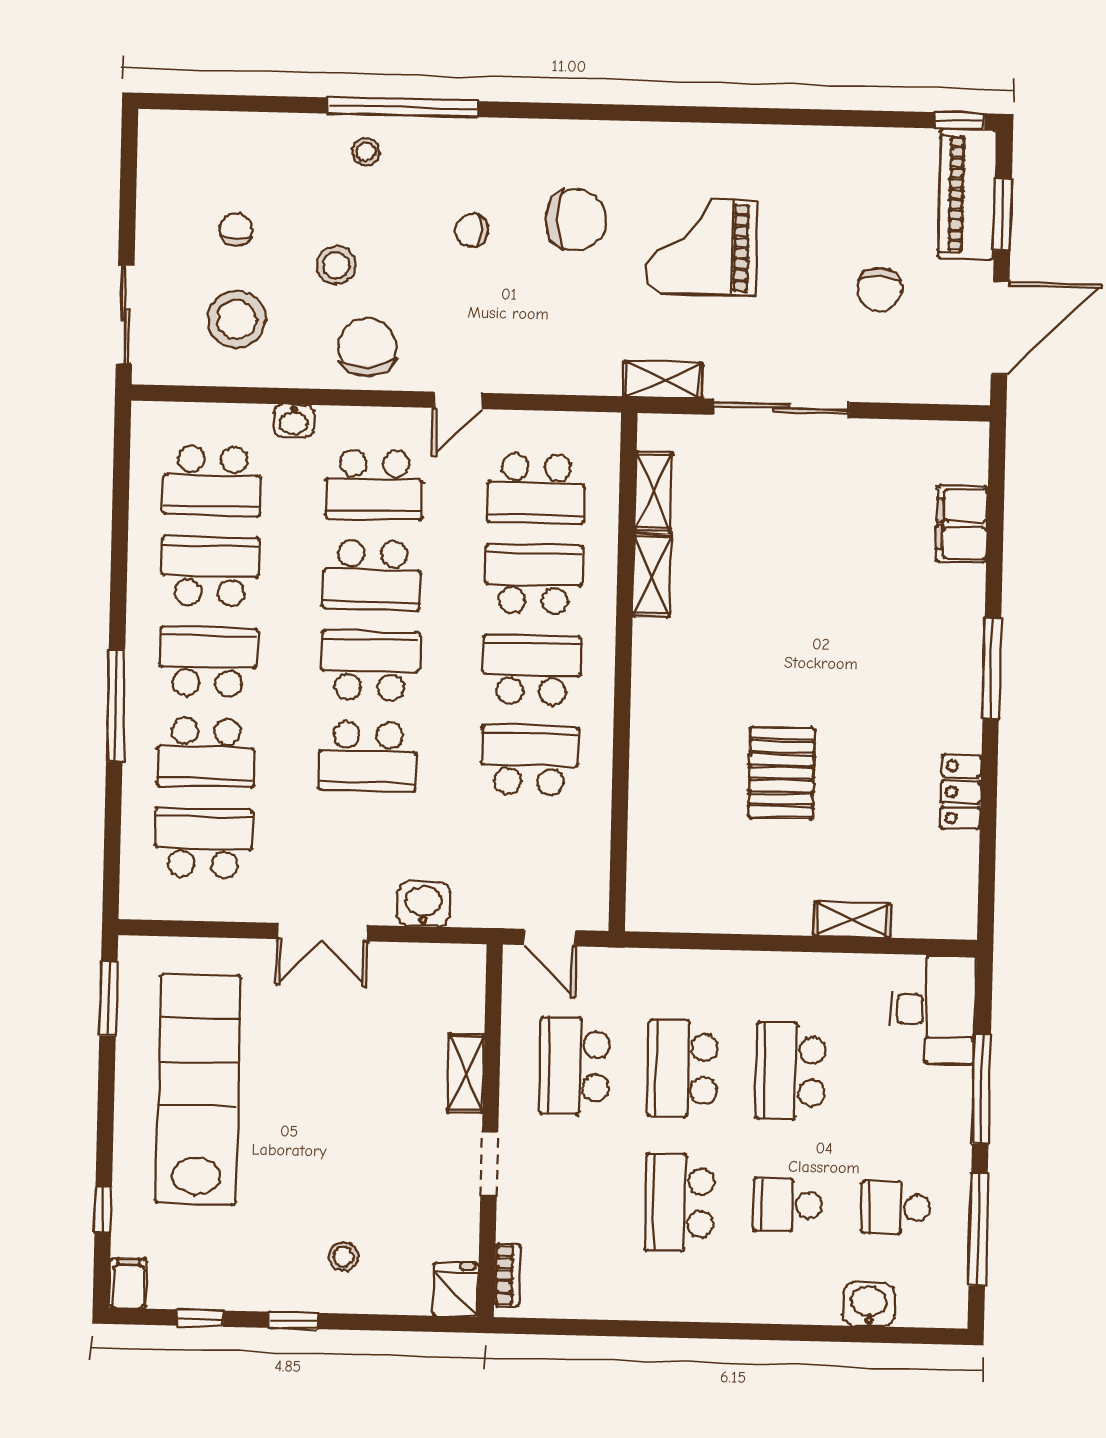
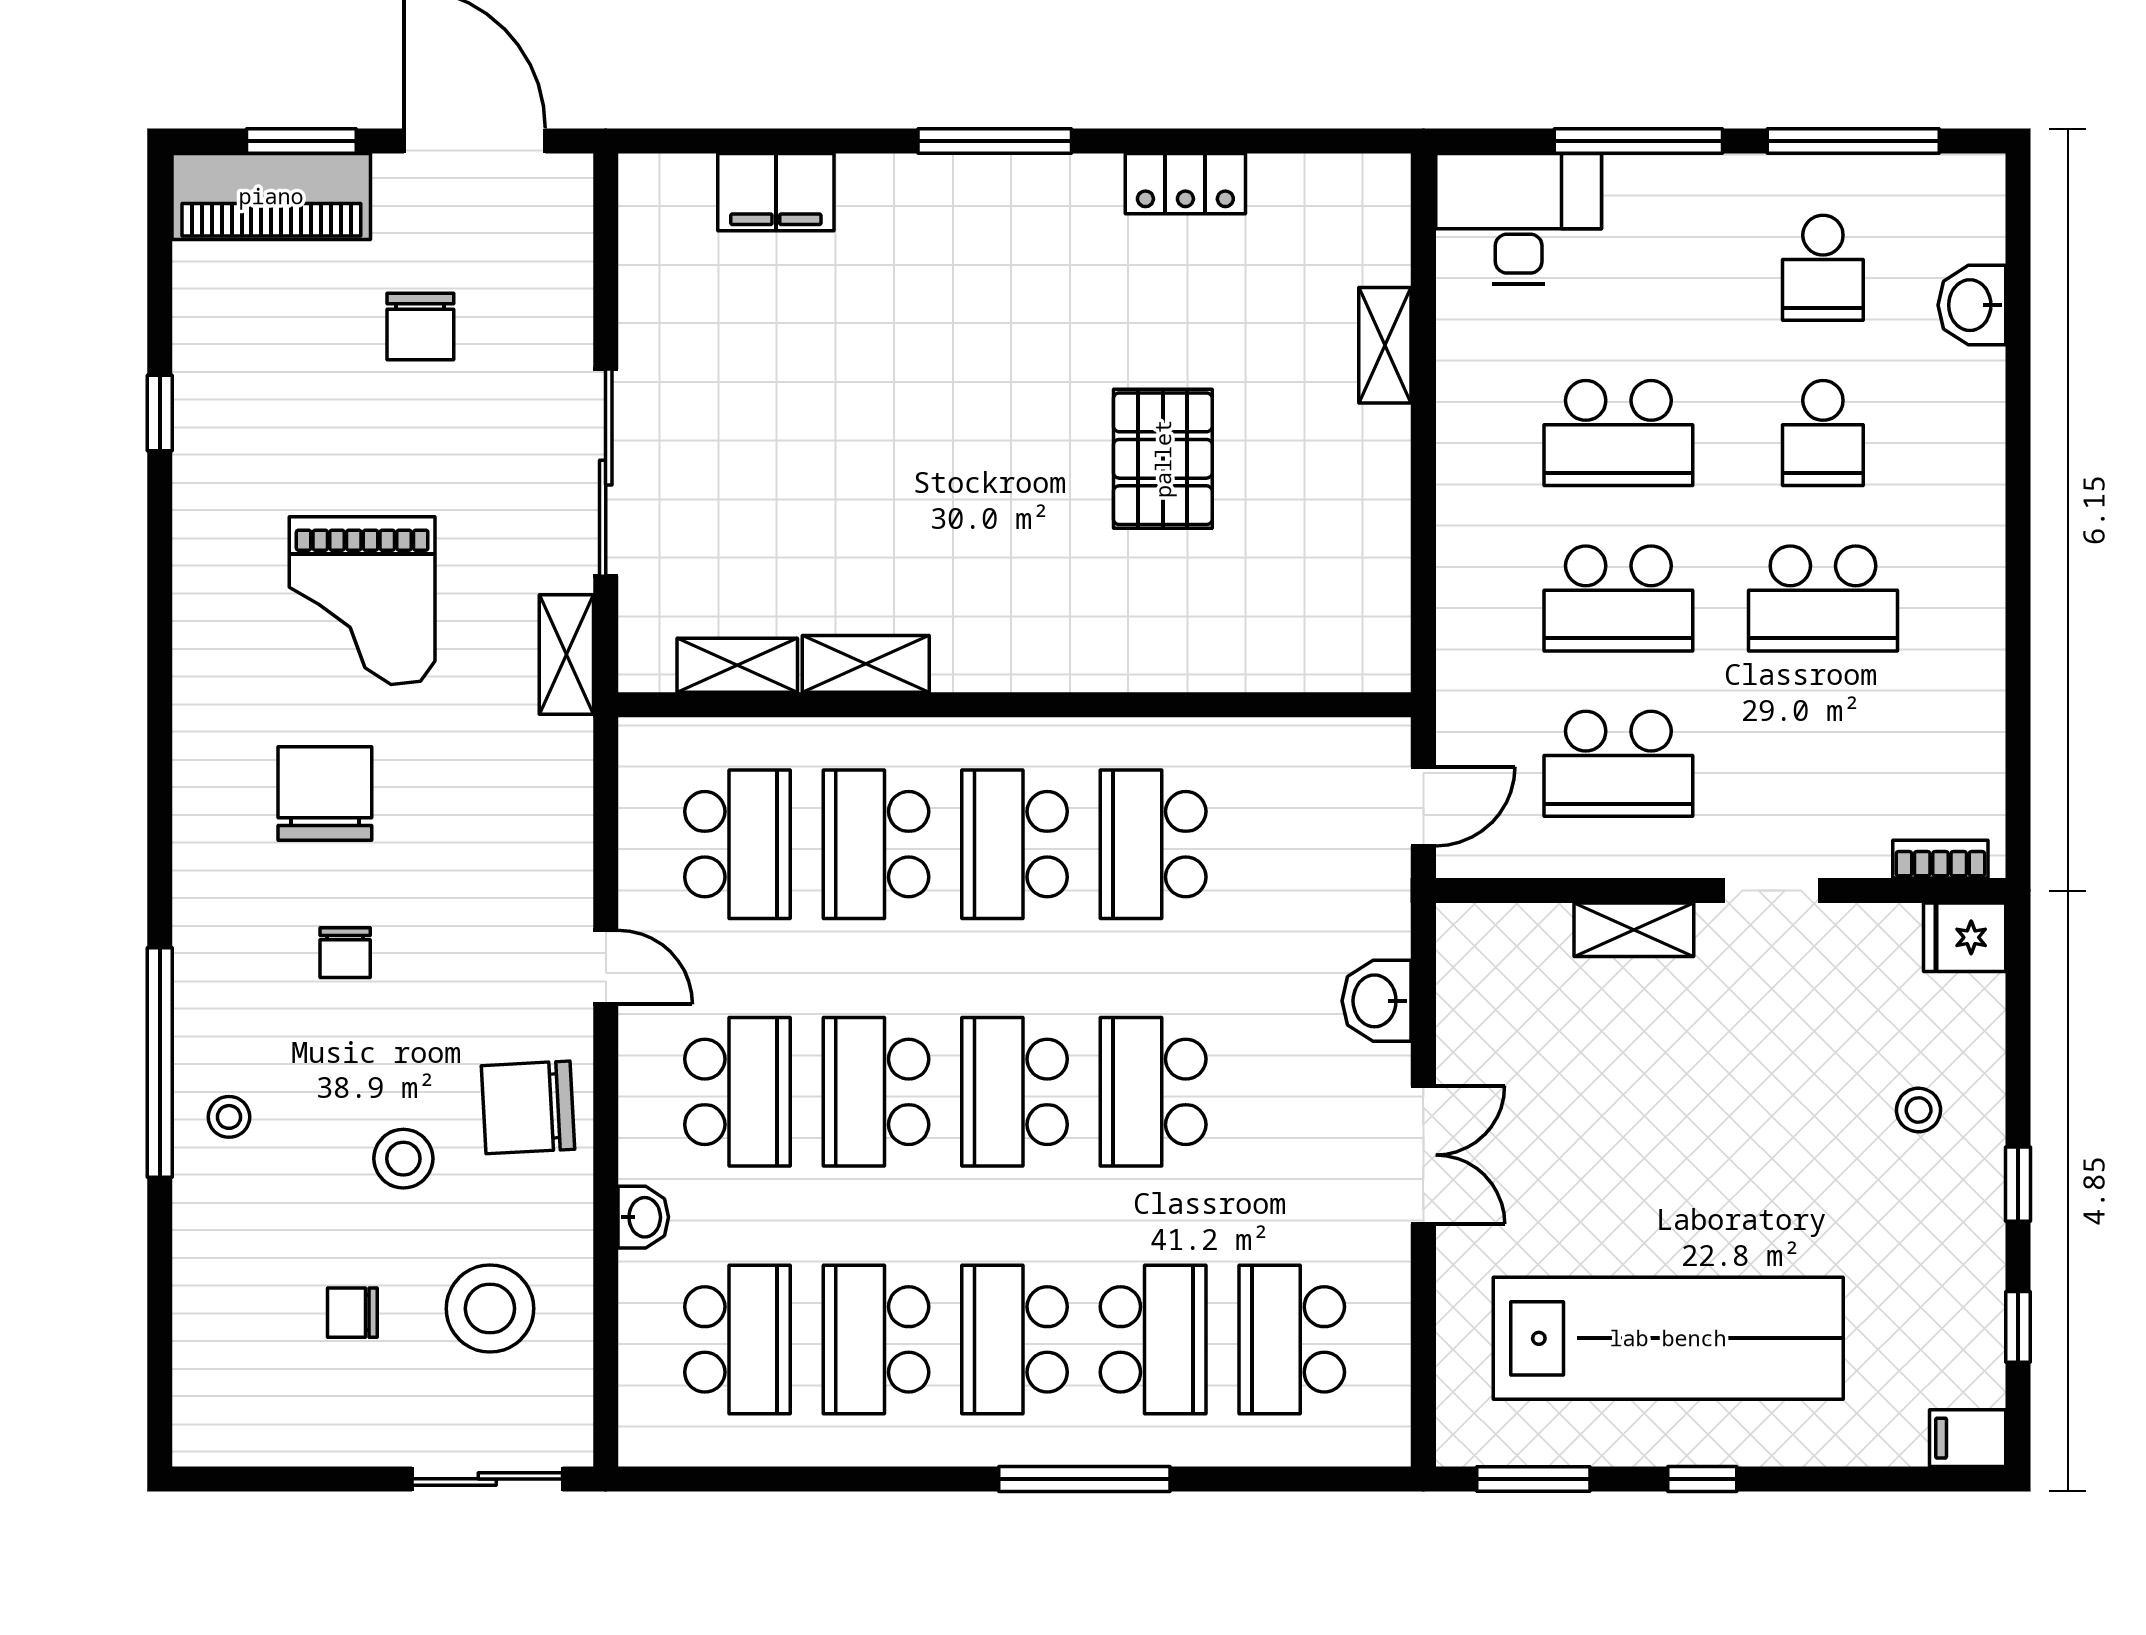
window: (959, 121) -> (160, 413), moved
chair: (880, 290) -> (420, 327), turned 90
school desk: (372, 575) -> (876, 1092), turned 180
school desk: (368, 756) -> (1153, 1092), turned 180
pallet: (781, 773) -> (1163, 459), turned 90
lab bench: (198, 1089) -> (1668, 1338), turned 180
window: (103, 1209) -> (1702, 1479), moved

